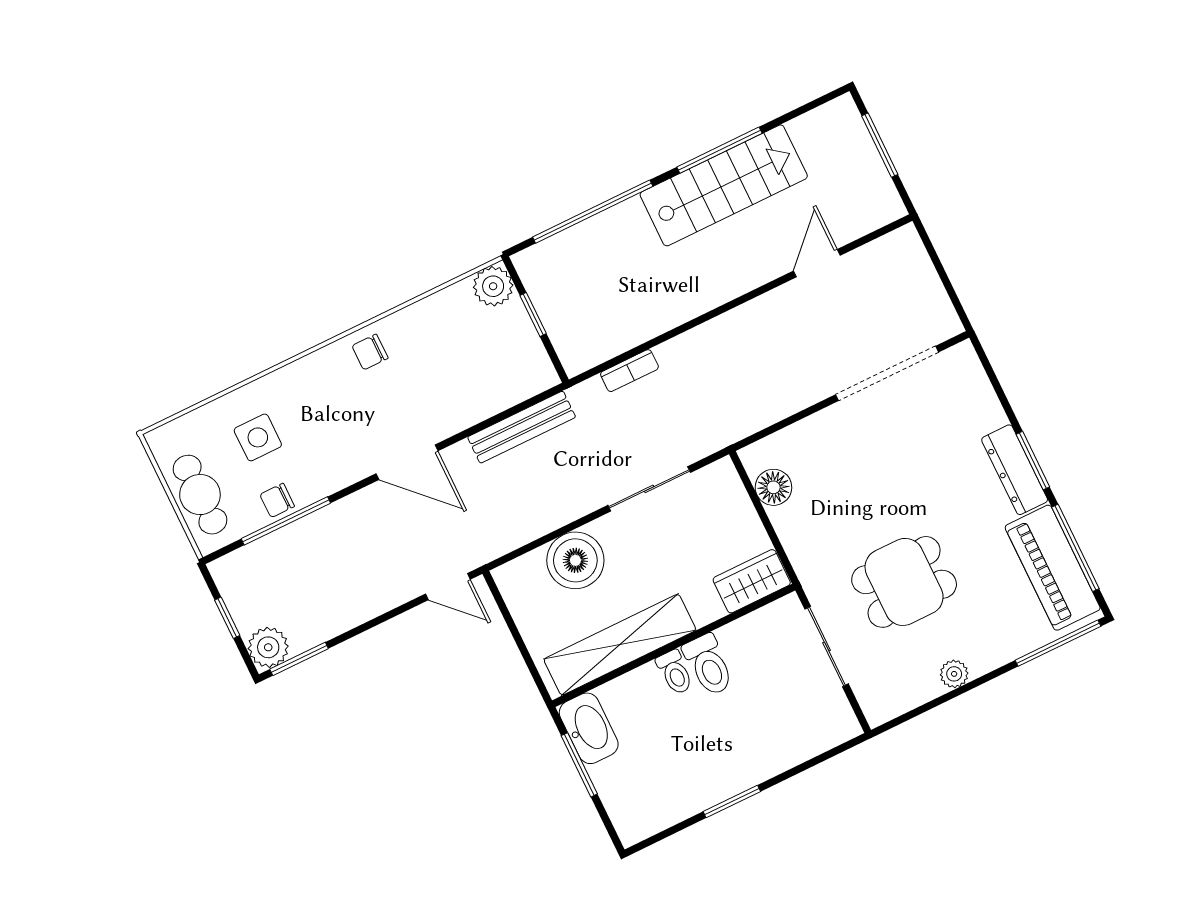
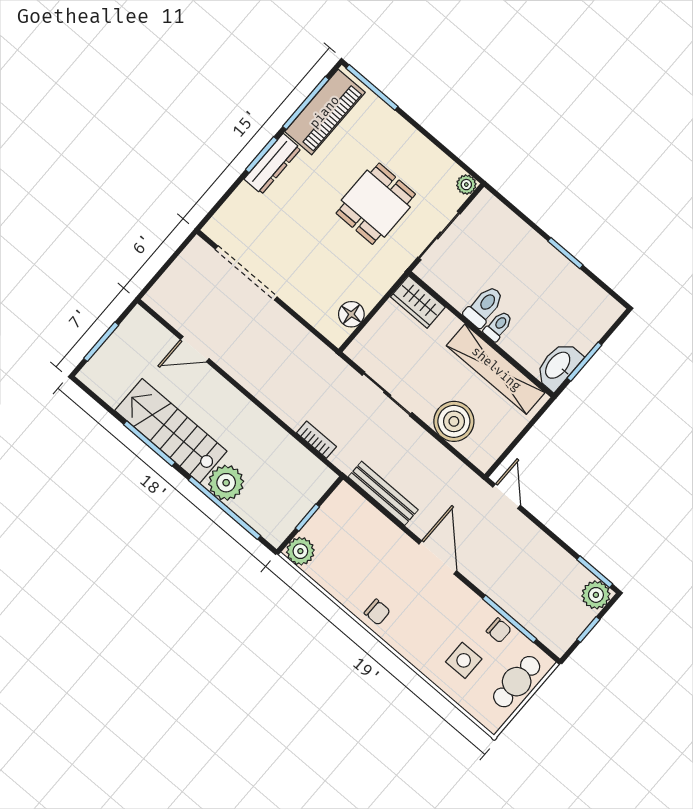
plant: (625, 228) -> (226, 483), added
dining table: (904, 582) -> (376, 204), turned 90
plant: (954, 674) -> (466, 185), moved

